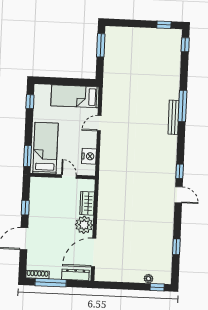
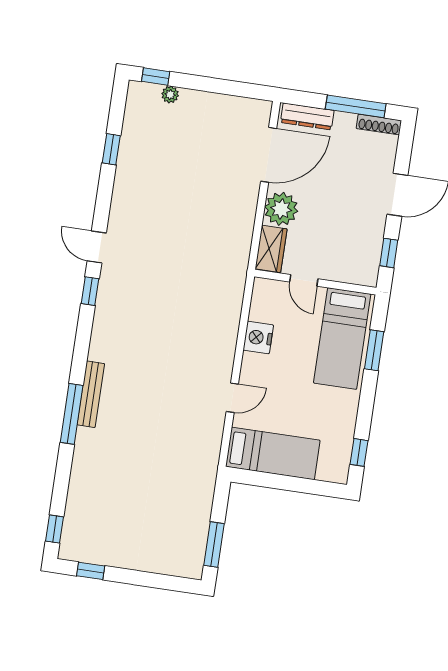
bed: (46, 148) -> (342, 339), moved
wall: (63, 176) -> (315, 282), moved
door: (69, 176) -> (304, 280), moved

